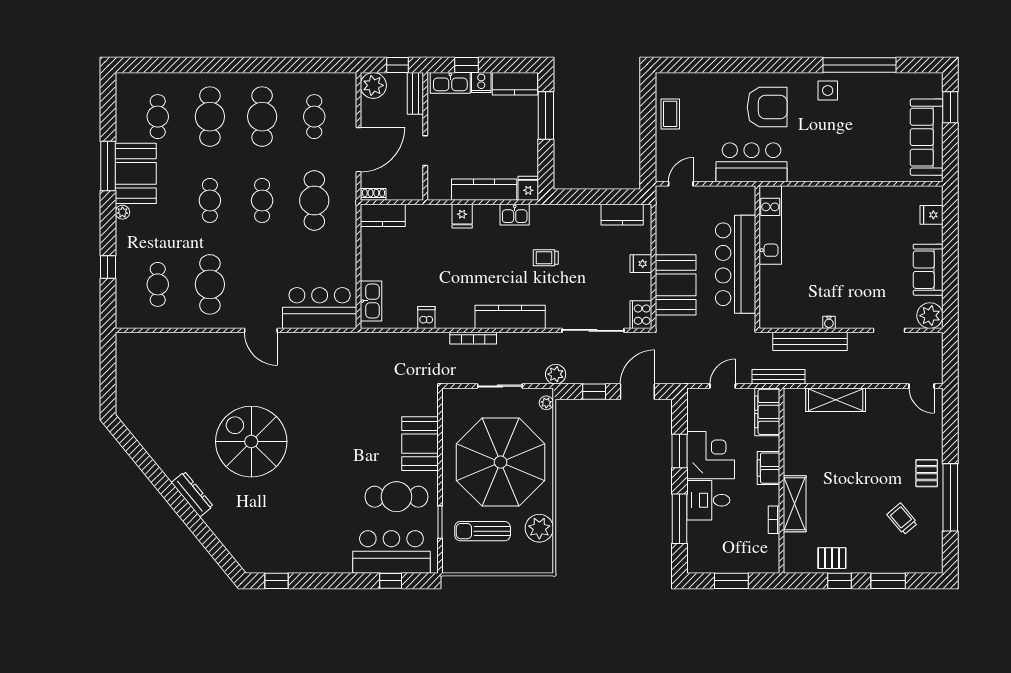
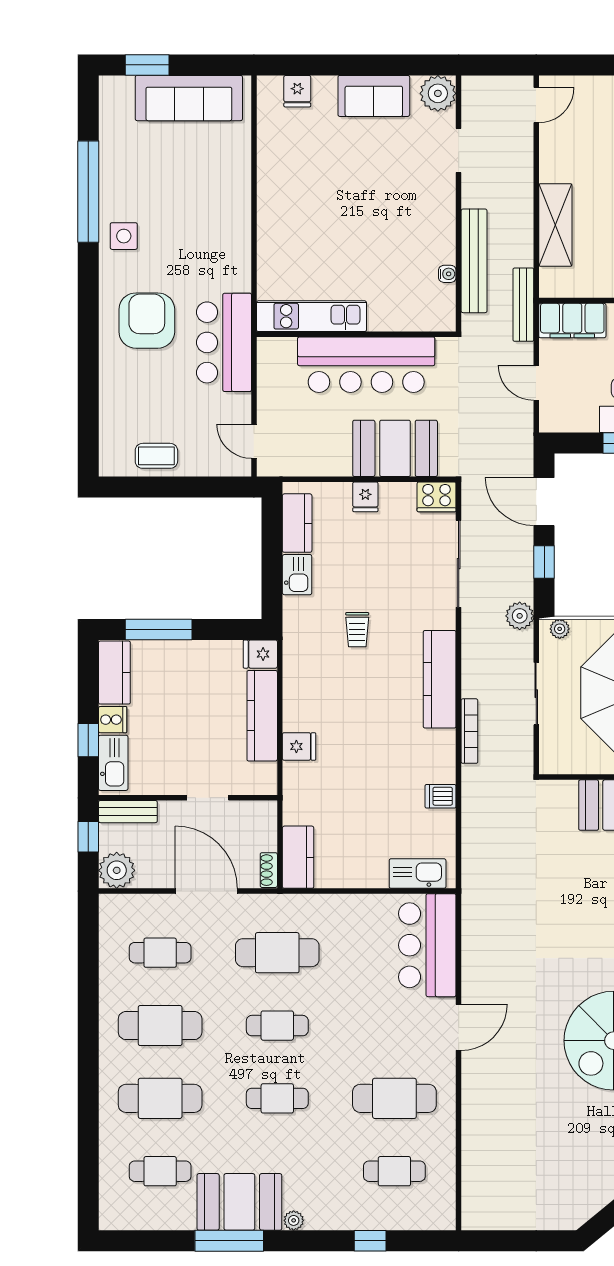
kitchen sink: (515, 215) -> (297, 575), moved
water cooler: (829, 322) -> (447, 274), moved

